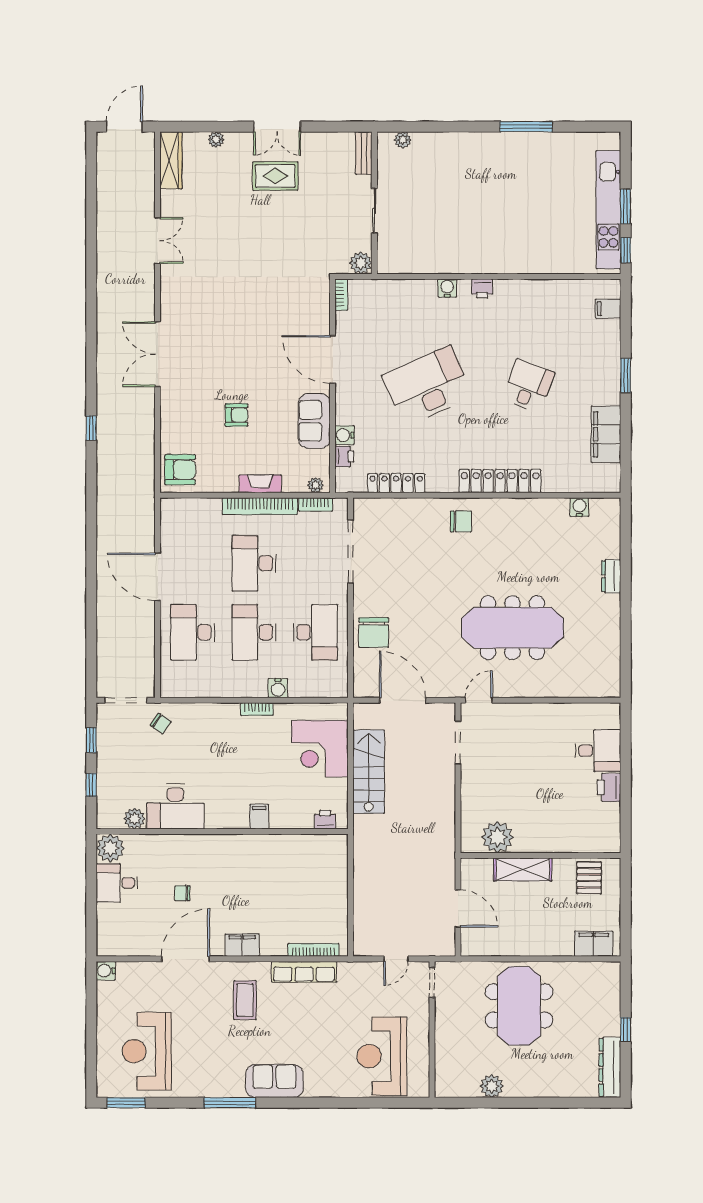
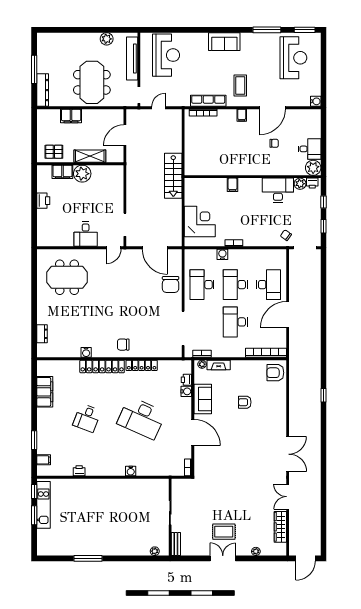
wardrobe: (171, 160) -> (280, 527), moved
kitchen unit: (608, 210) -> (43, 505), width x0.73
plant: (361, 263) -> (177, 485), removed
printer: (482, 288) -> (79, 471), moved
double door: (158, 354) -> (288, 454), moved
window: (626, 376) -> (34, 440), moved
desk: (427, 386) -> (141, 418), turned 48
locker: (396, 483) -> (142, 365), moved
fireplace: (260, 484) -> (219, 365), moved
bookcase: (260, 506) -> (266, 353), moved
water cooler: (579, 507) -> (86, 352), moved
desk: (254, 563) -> (235, 322), turned 180
dresser: (611, 576) -> (42, 334), moved
door: (158, 577) -> (288, 315), swing flipped
meeting table: (512, 628) -> (67, 277), moved, width x0.73
desk: (254, 632) -> (235, 285), turned 180
chair: (374, 633) -> (171, 284), turned 180
desk: (598, 751) -> (86, 234), moved, turned -90
stairs: (369, 772) -> (173, 176), moved
printer: (325, 820) -> (312, 183), moved
plant: (497, 837) -> (82, 174), moved
filing cabinet: (573, 840) -> (62, 172), added
pallet: (589, 878) -> (54, 152), turned 90
door: (458, 908) -> (125, 135), hinge flipped
filing cabinet: (594, 944) -> (71, 116), moved
filing cabinet: (242, 945) -> (242, 115), width x0.50
window: (626, 1030) -> (34, 69), width x2.17
tv unit: (445, 1050) -> (132, 58), added
dresser: (610, 1068) -> (43, 90), moved
window: (230, 1103) -> (267, 30), moved

